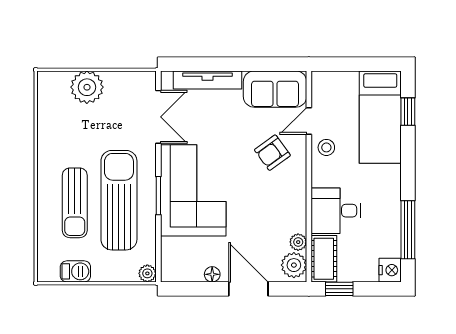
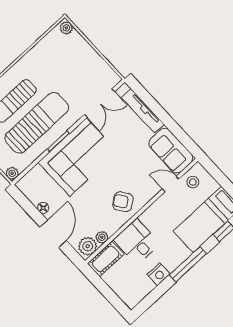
plant: (87, 87) -> (66, 28), moved, width x0.53, depth x0.53
stool: (326, 147) -> (193, 182), moved
armchair: (272, 153) -> (123, 202), moved
window: (408, 230) -> (188, 264), moved
nightstand: (390, 270) -> (159, 274), moved
window: (339, 289) -> (97, 281), removed

